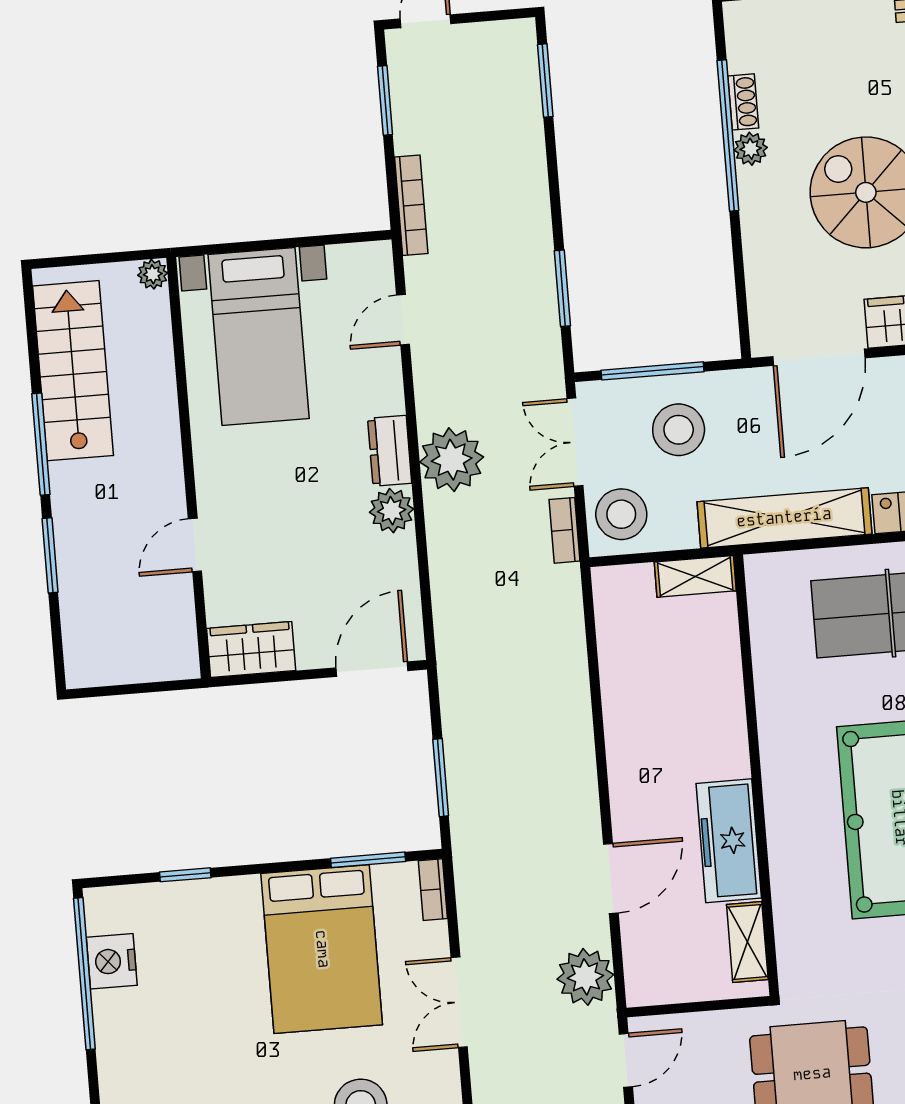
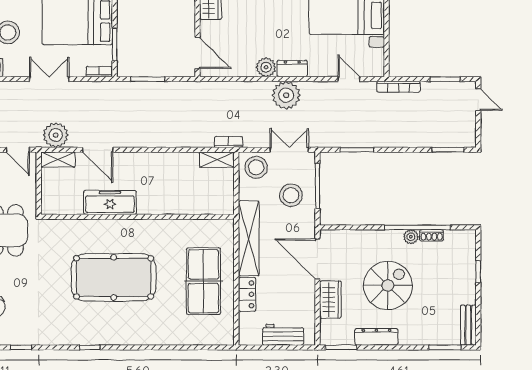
bookcase: (565, 530) -> (228, 142), moved
shelving: (695, 576) -> (217, 160), moved, turned 90
shelving: (747, 942) -> (58, 160), moved

